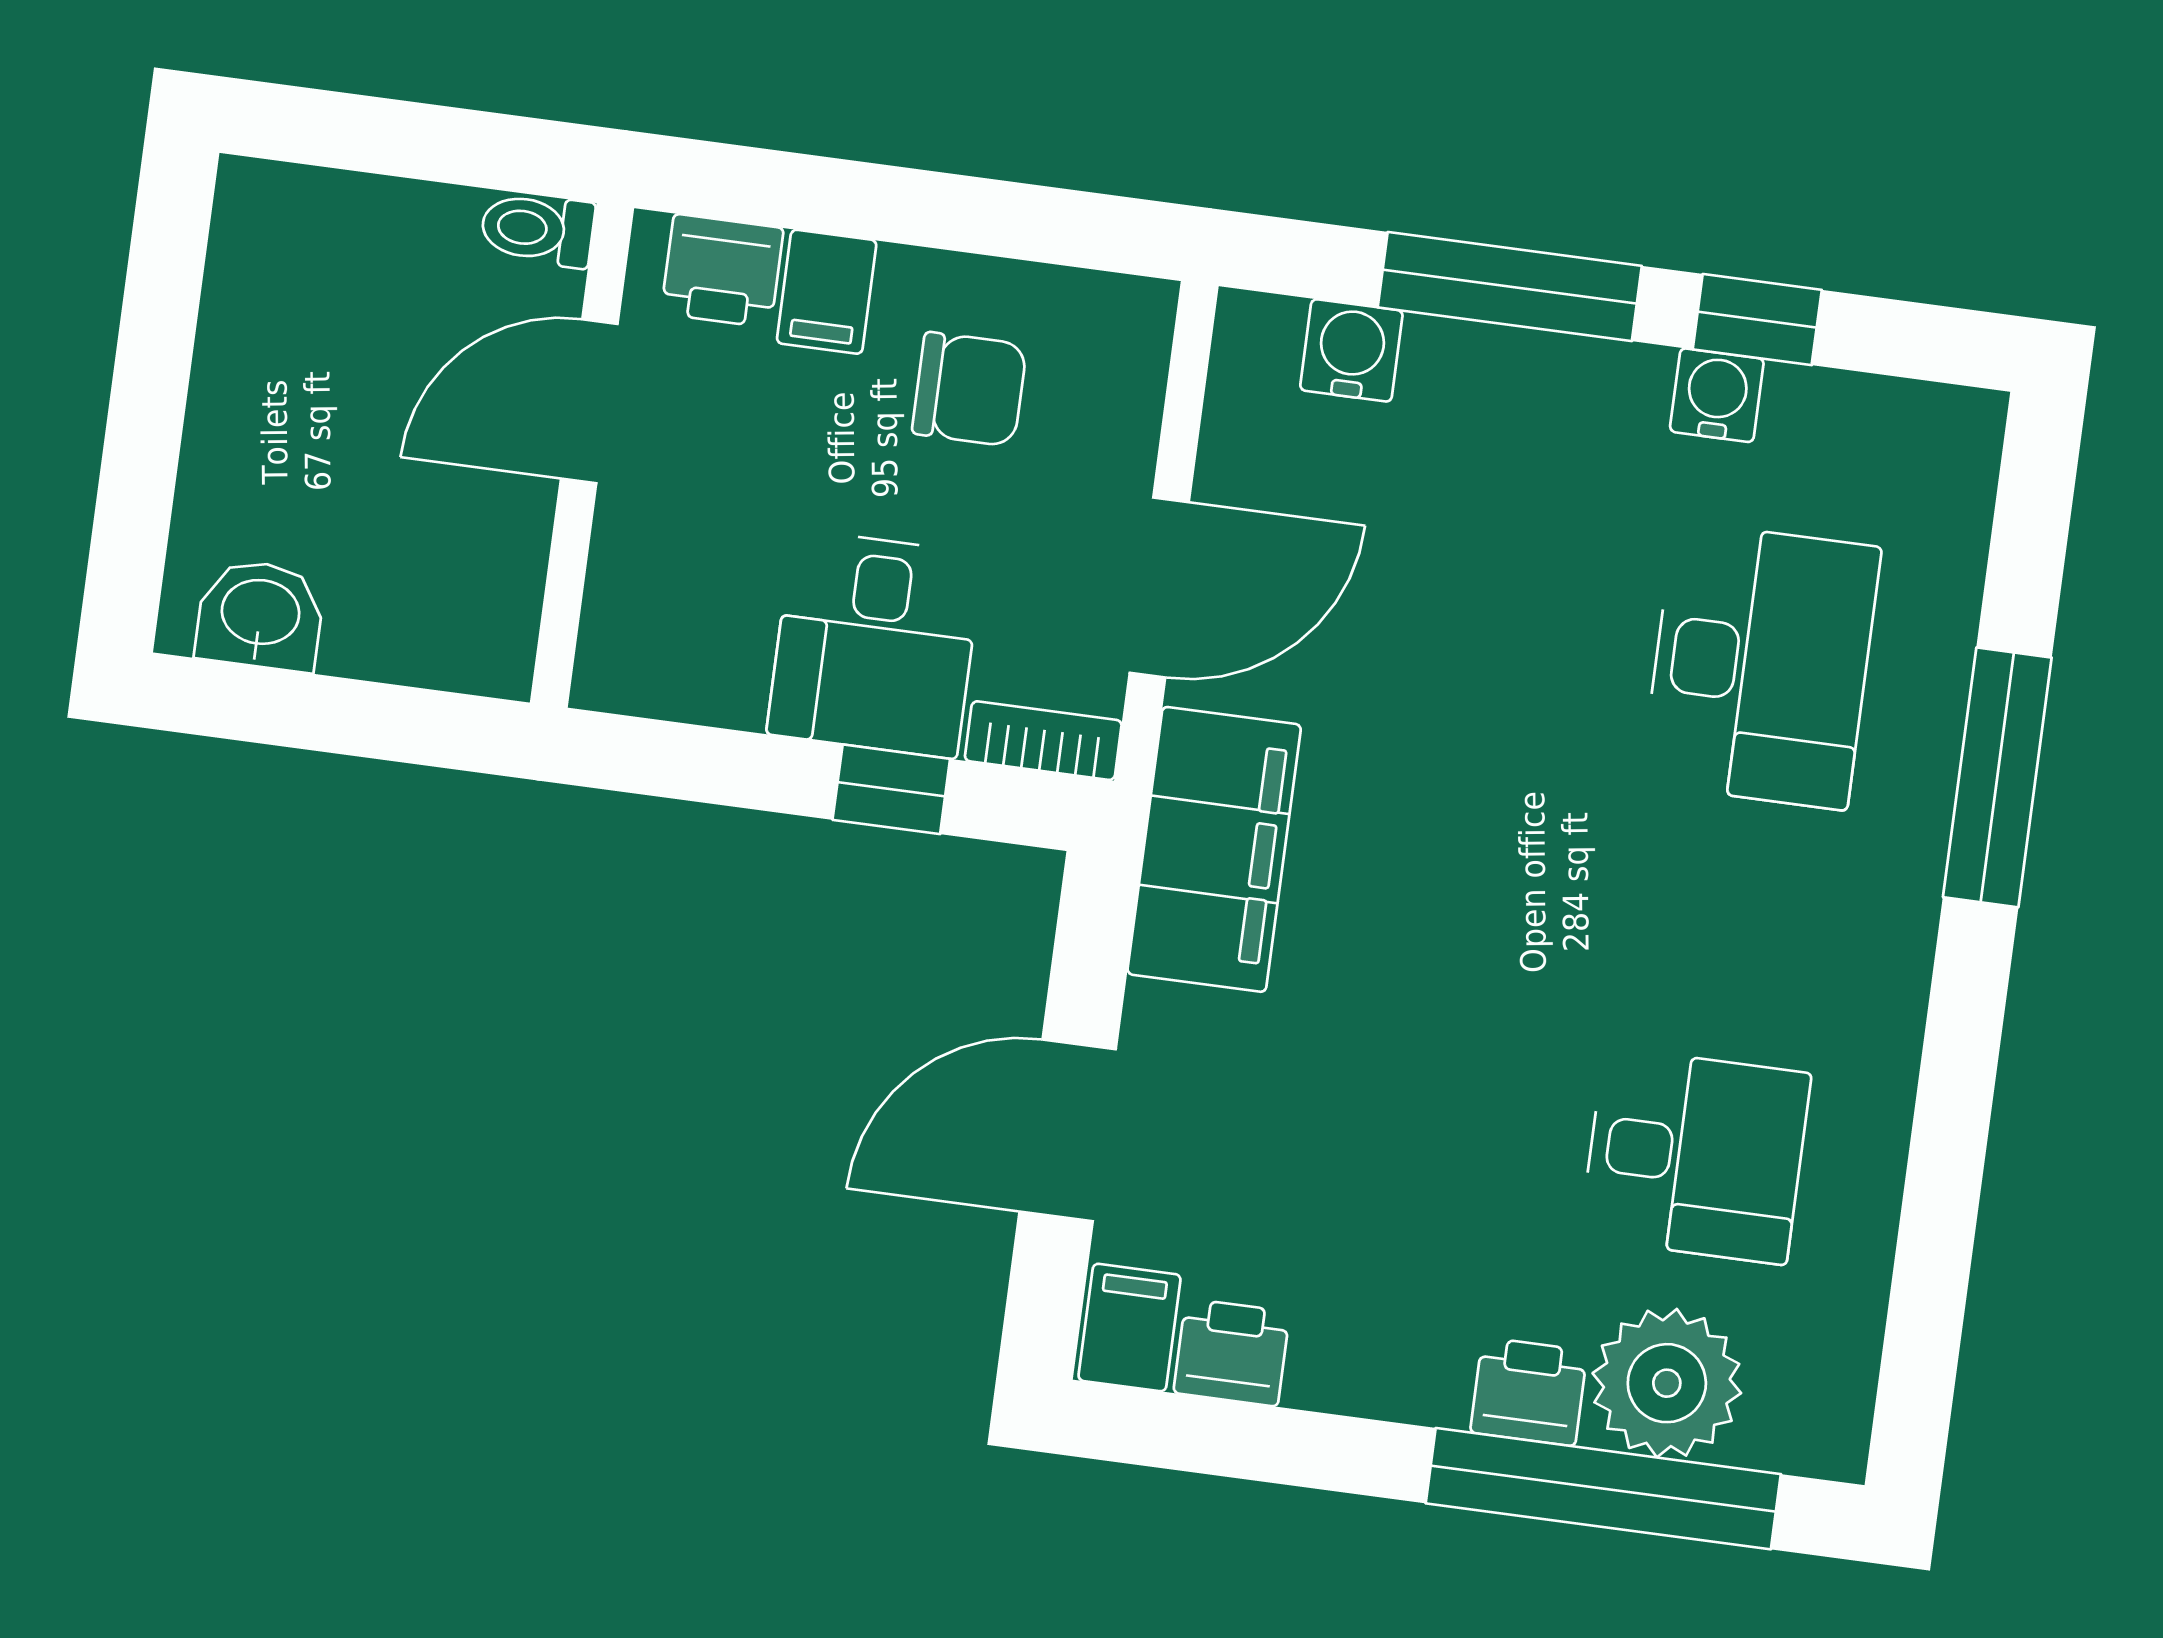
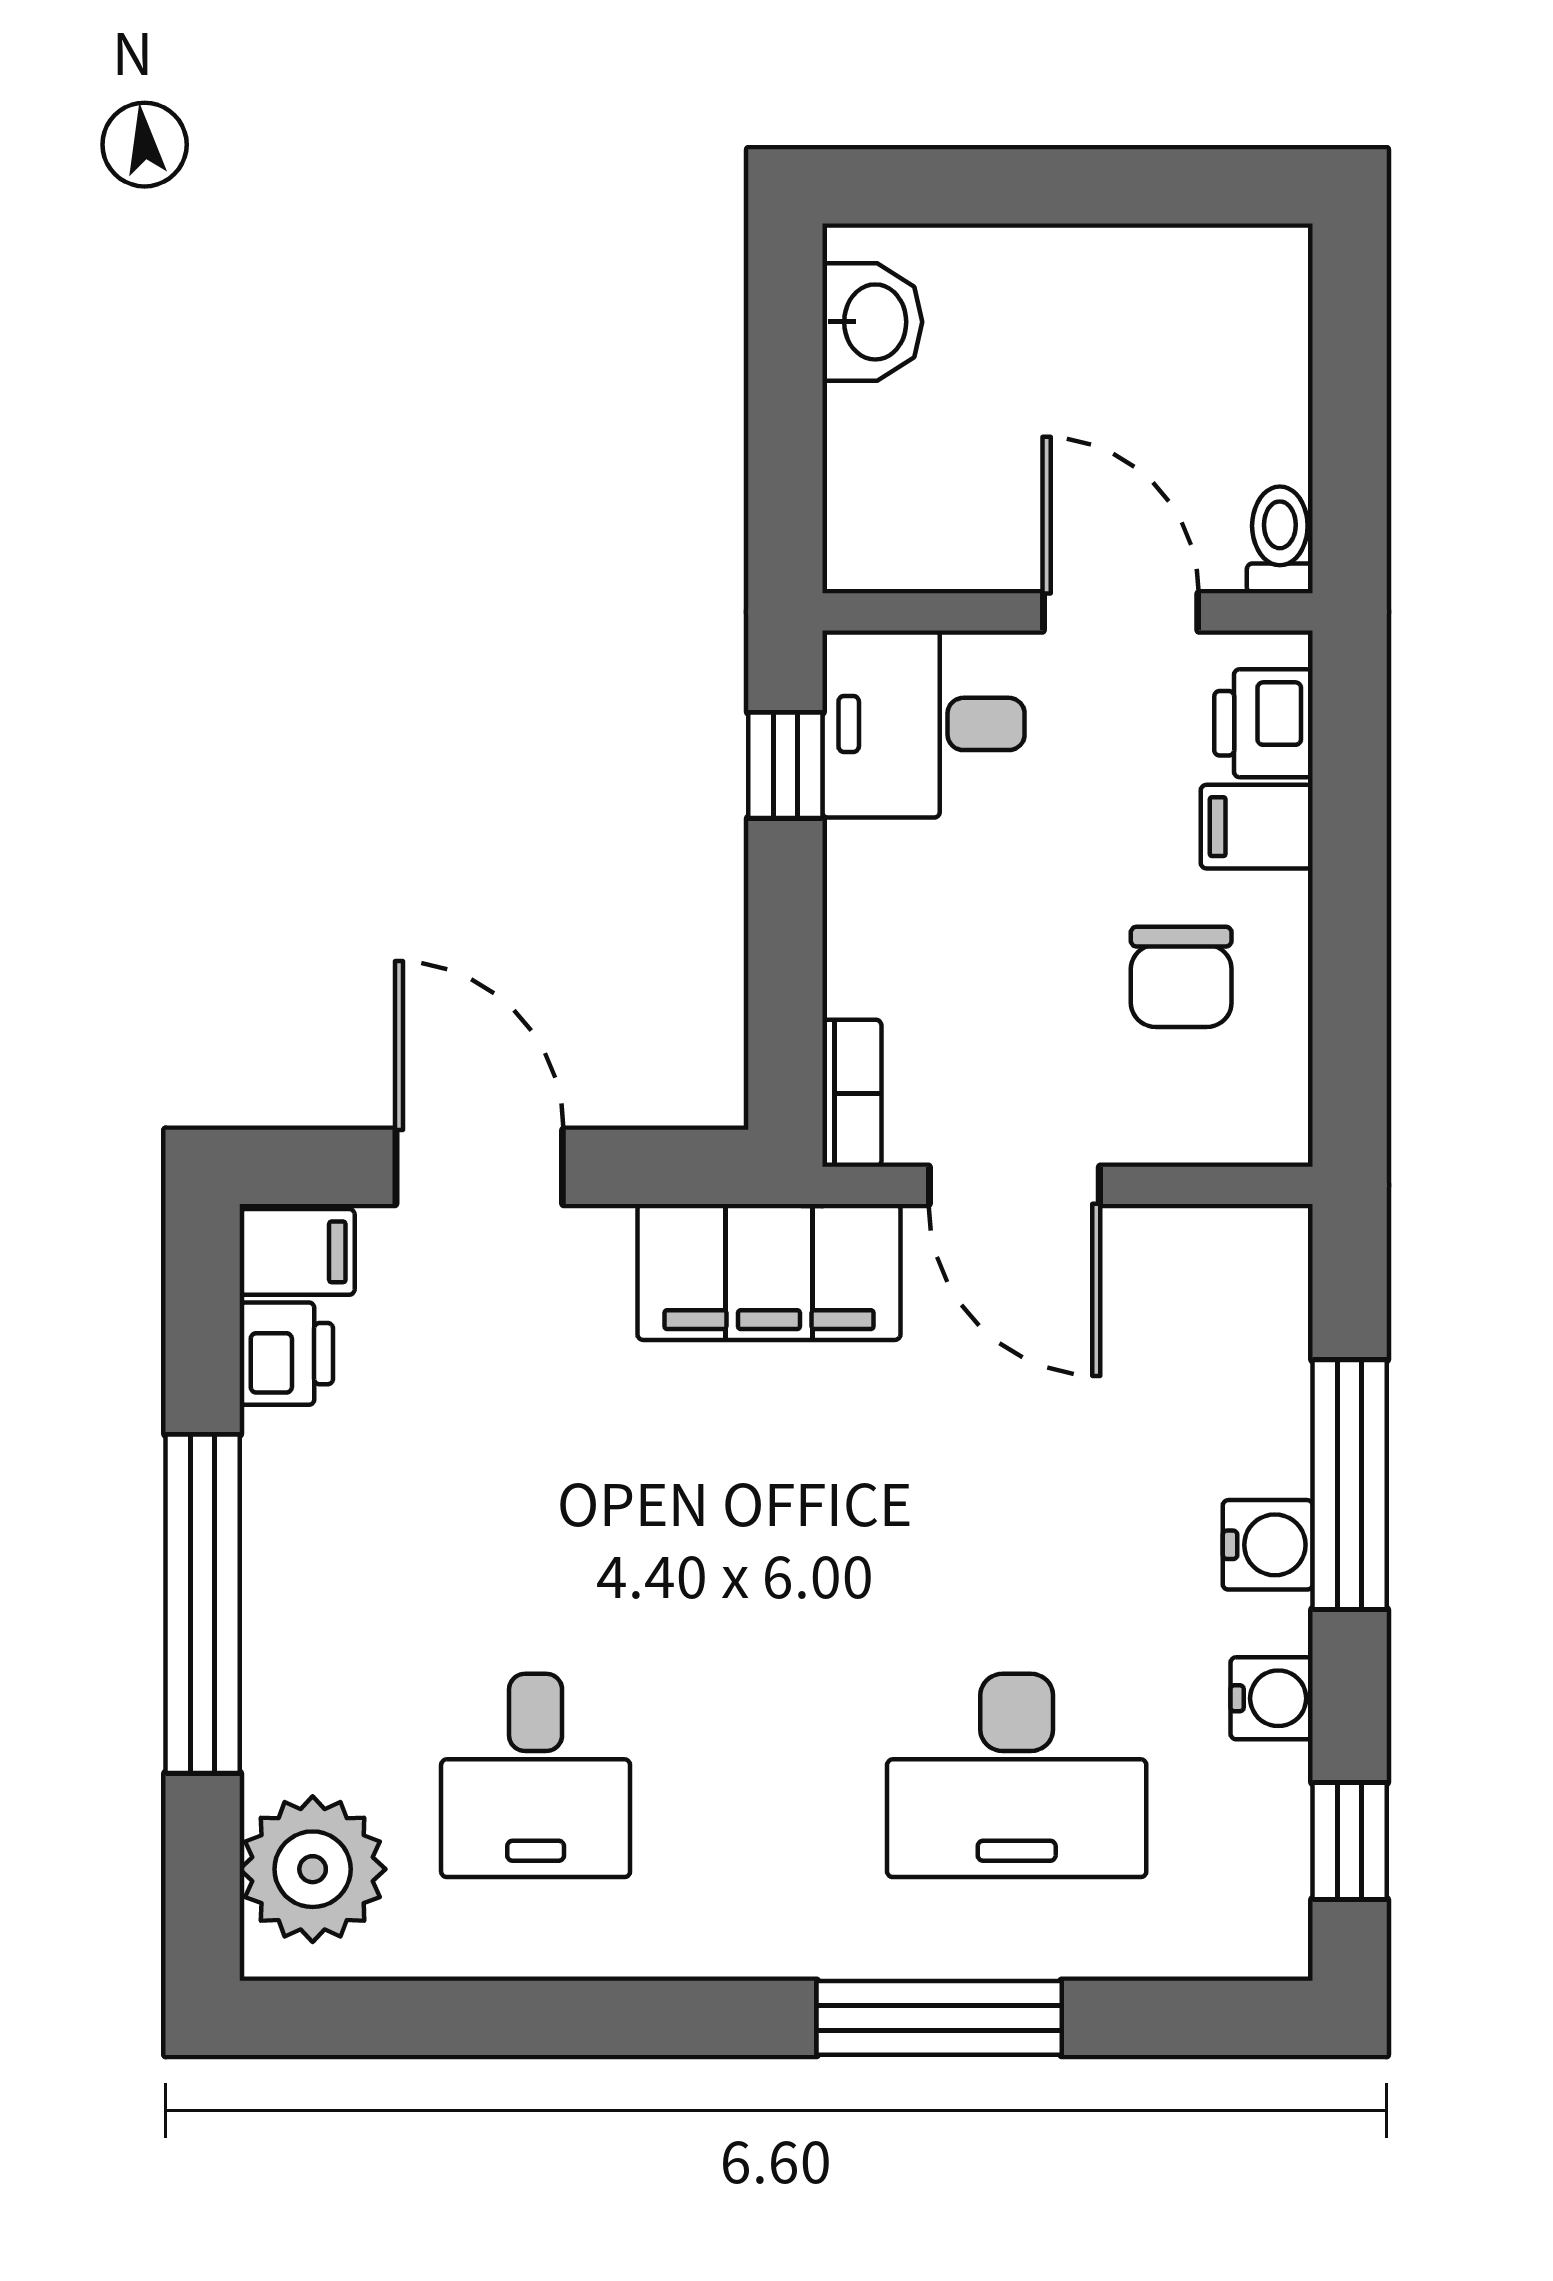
window: (1757, 320) -> (1350, 1841), moved
water cooler: (1351, 350) -> (1268, 1545), moved
desk: (875, 644) -> (923, 724), moved
window: (891, 789) -> (785, 765), moved
plant: (1667, 1383) -> (313, 1869), moved
printer: (1529, 1392) -> (287, 1645), removed
window: (1603, 1489) -> (203, 1604), moved

